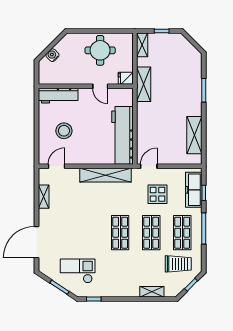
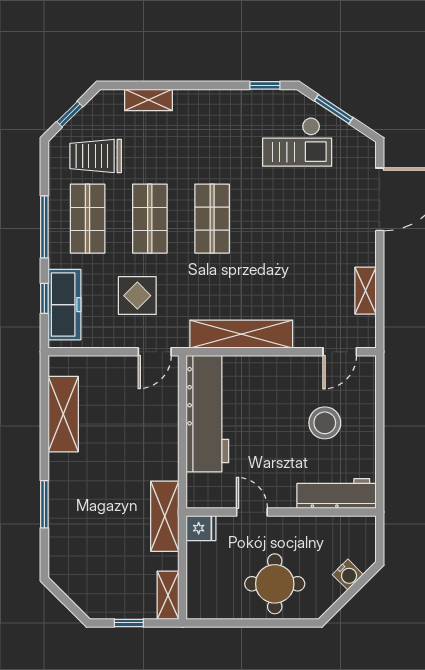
round table: (100, 50) -> (275, 584), moved

